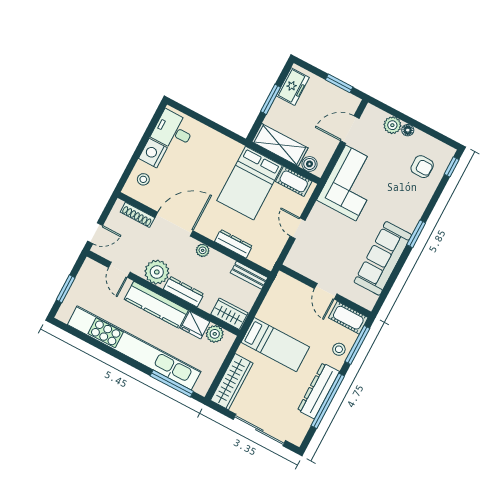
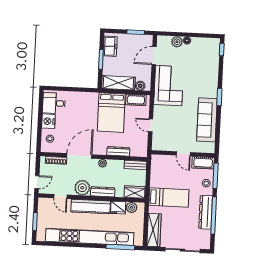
armchair: (422, 167) -> (205, 57), removed

